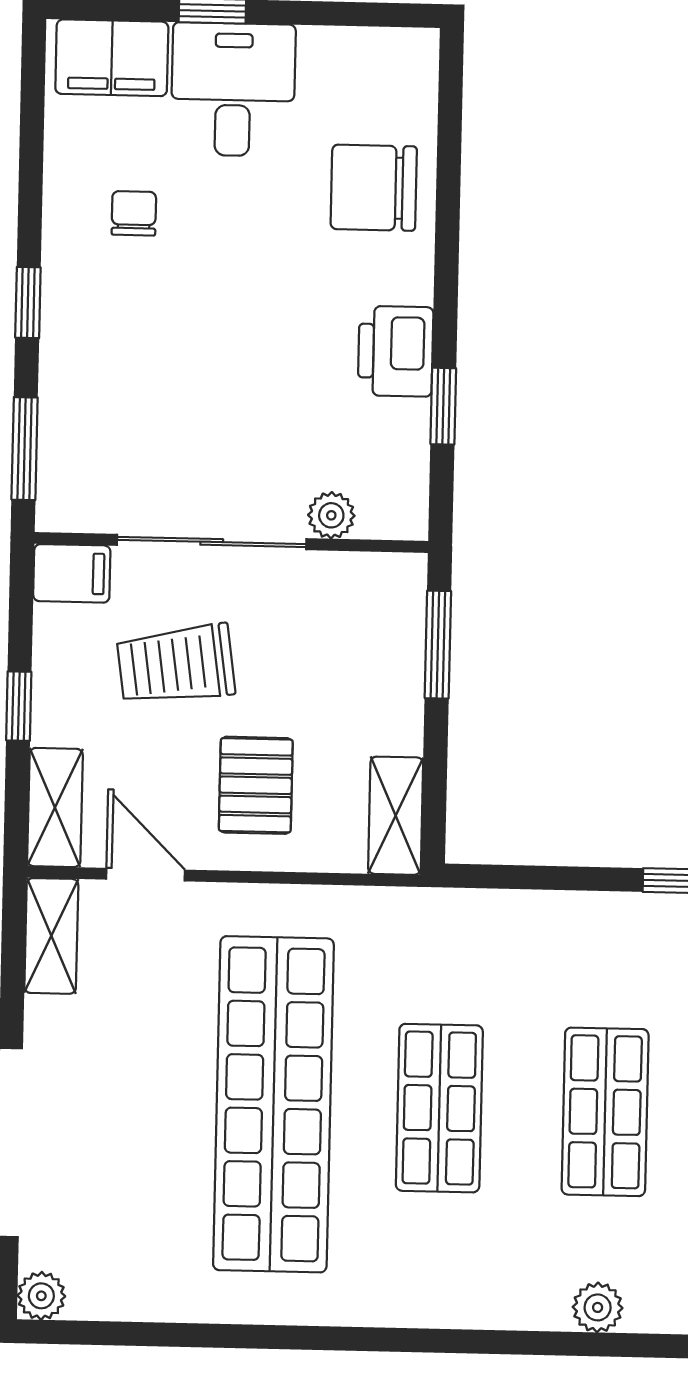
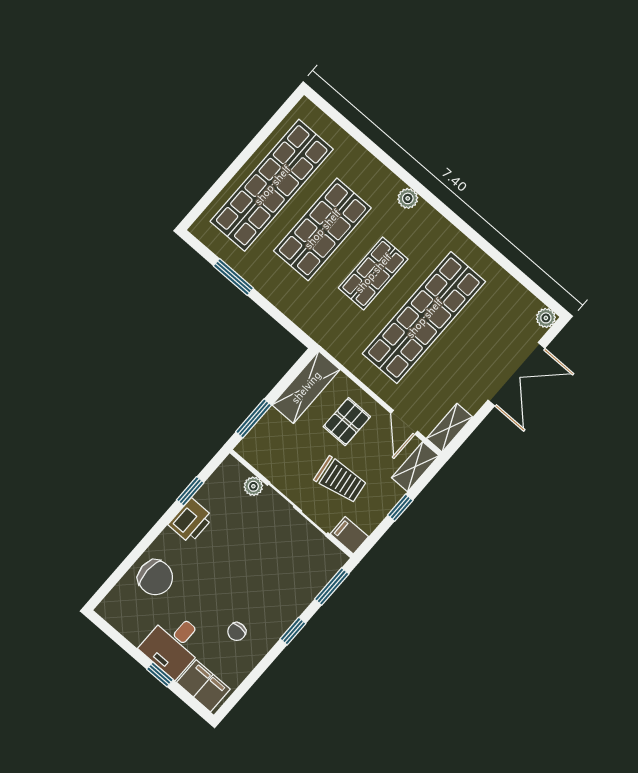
shelving: (396, 816) -> (306, 387), width x1.50, depth x1.33
shop shelf: (605, 1112) -> (322, 229), width x1.43, depth x1.36
plant: (598, 1307) -> (408, 198), moved

